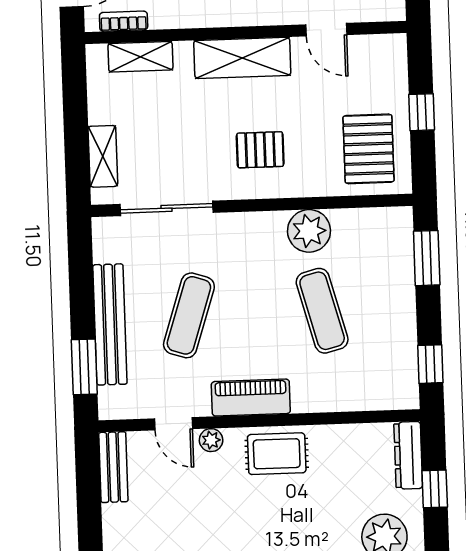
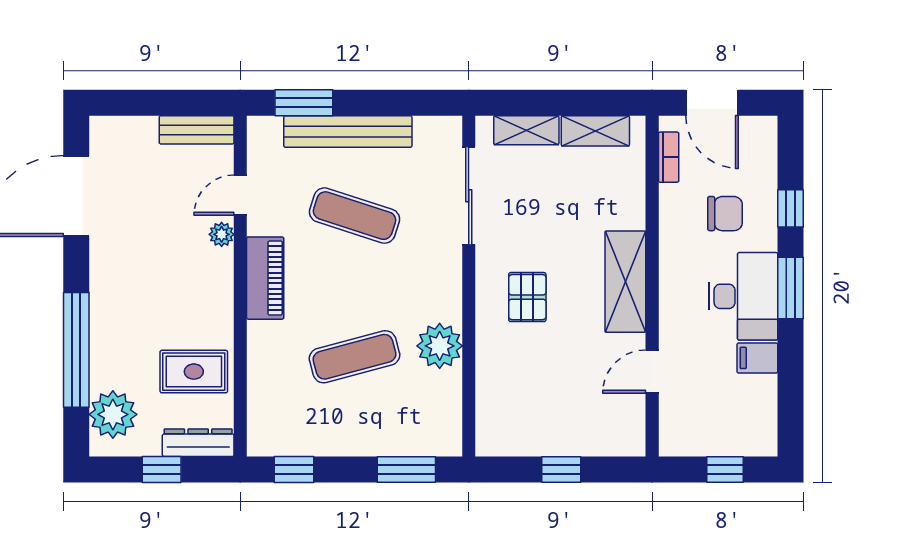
shelving: (140, 57) -> (595, 131), moved, turned 90
pallet: (369, 149) -> (524, 412), removed
rug: (277, 454) -> (194, 372), moved, turned 90

